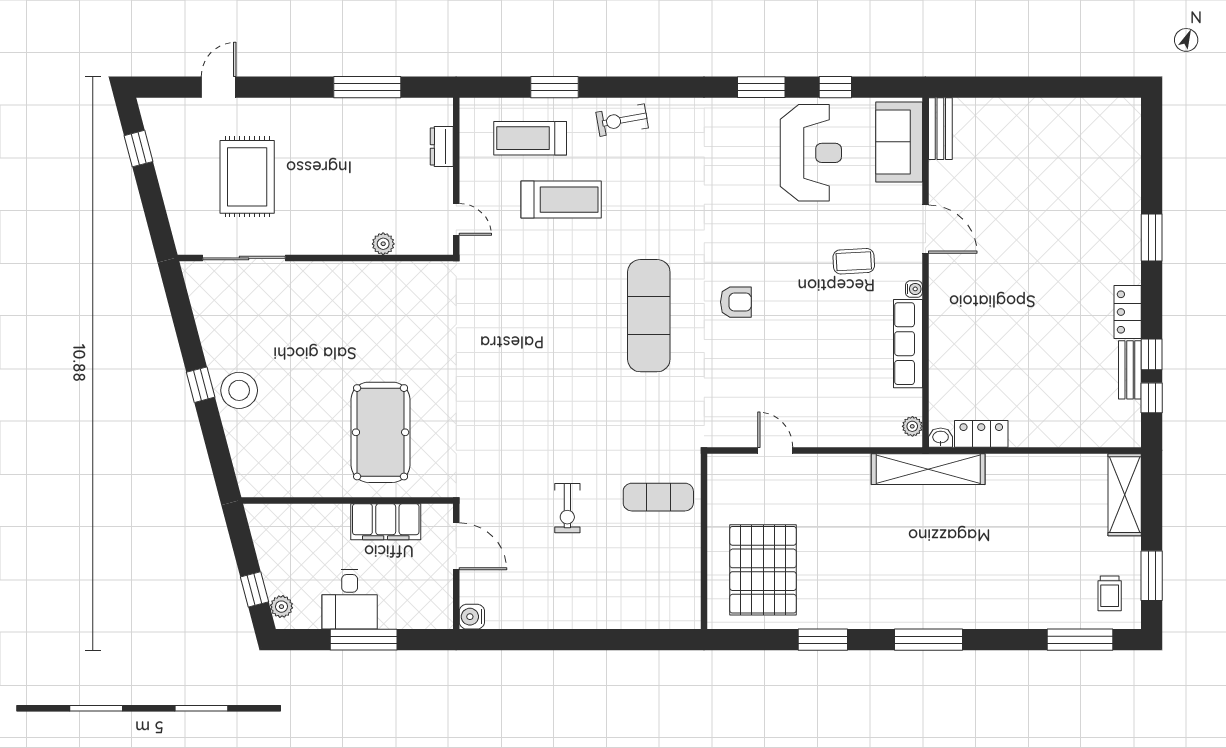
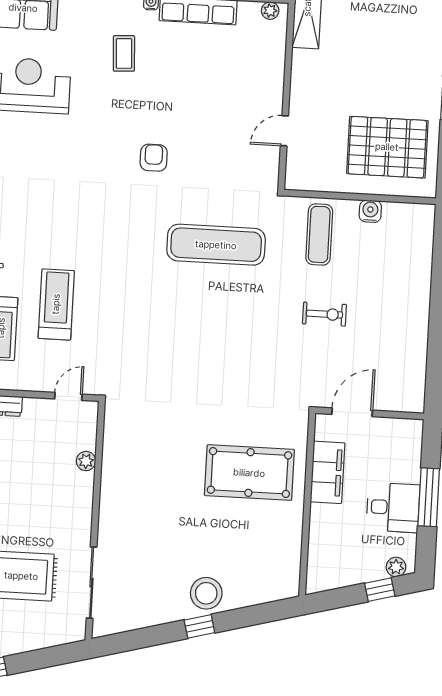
exercise mat: (649, 316) -> (216, 245), moved
water cooler: (472, 617) -> (370, 211), moved, turned 180

